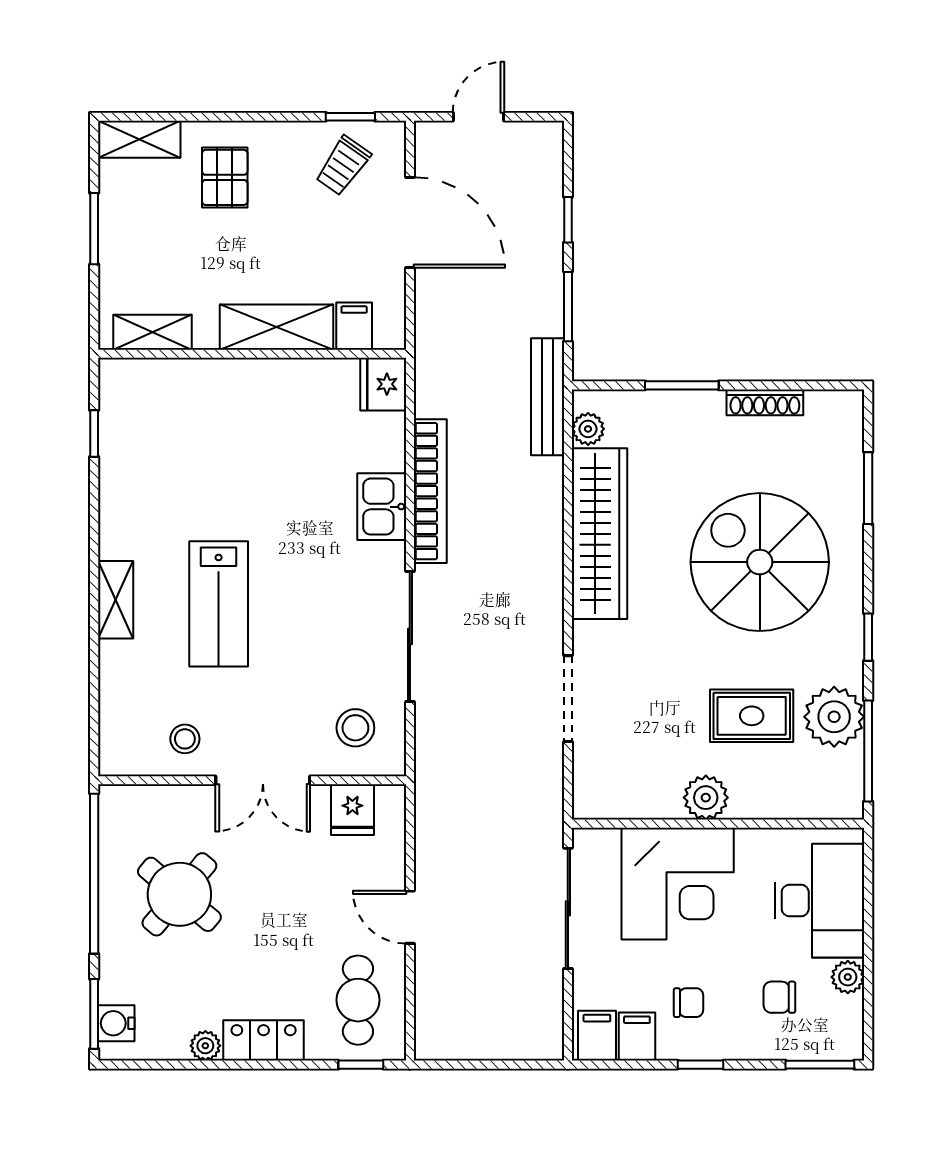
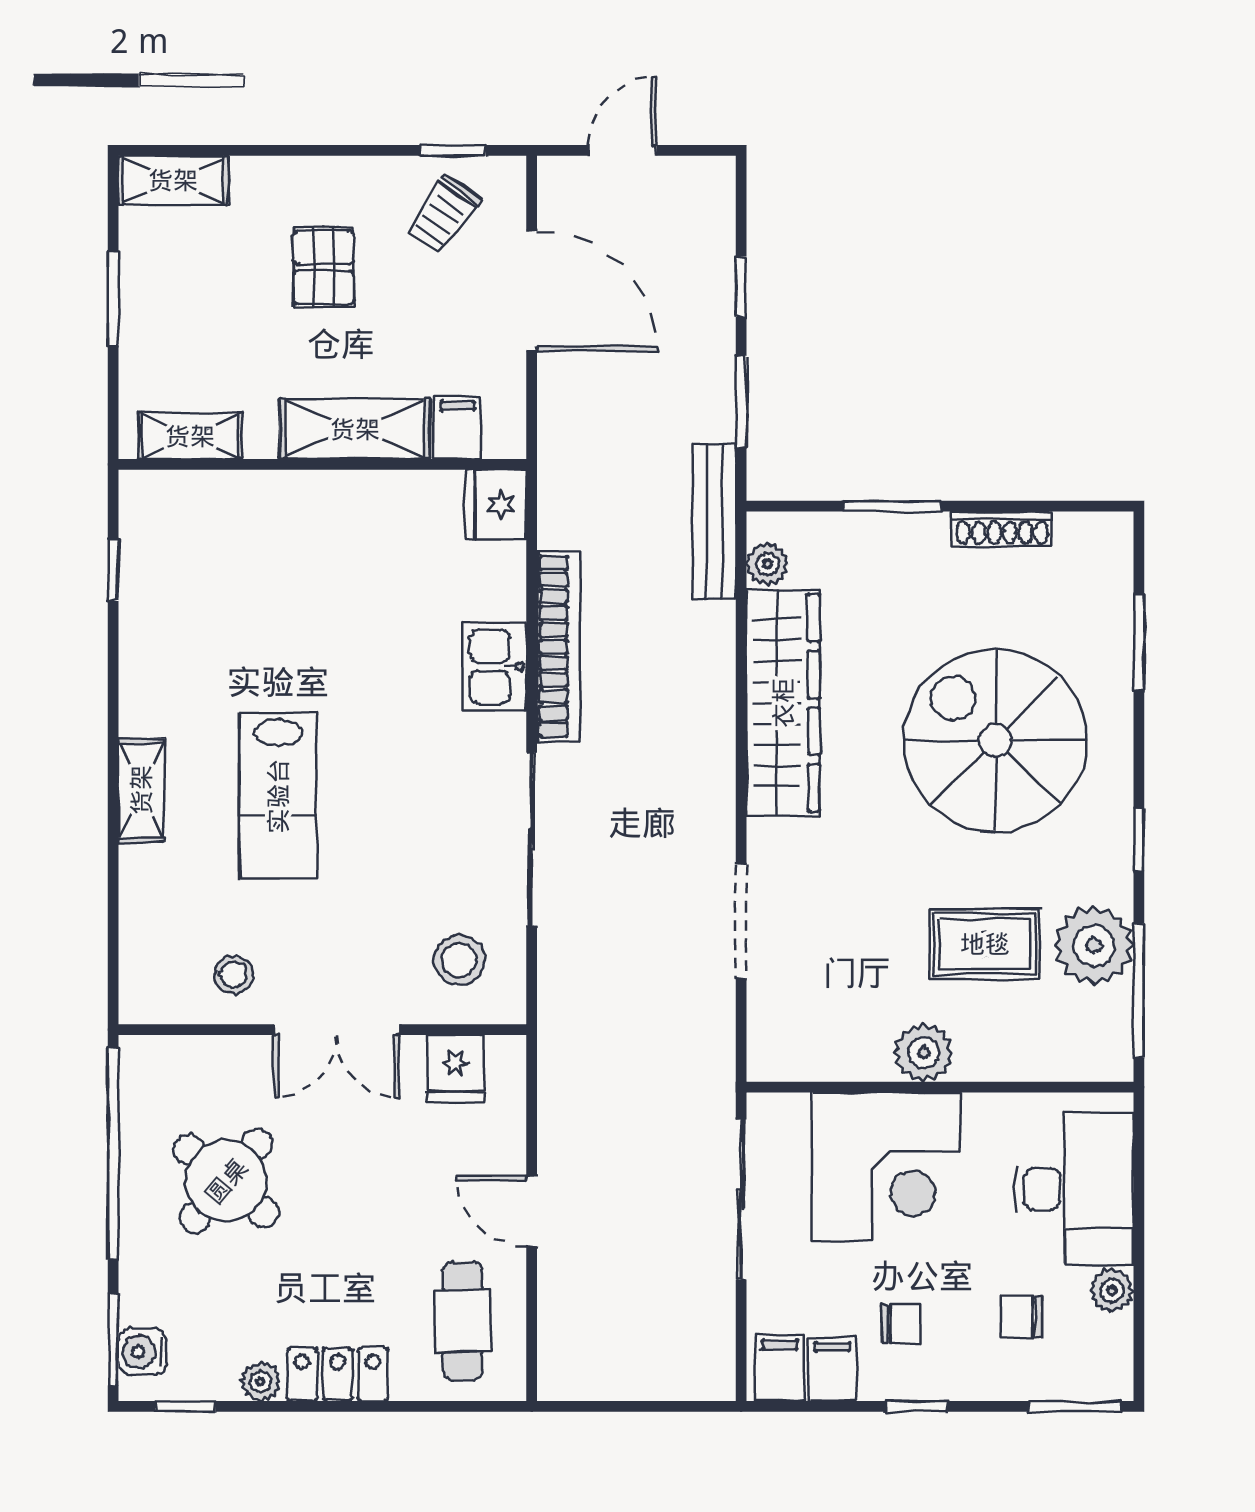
pallet: (225, 177) -> (324, 267), moved
window: (361, 1065) -> (185, 1406), moved

